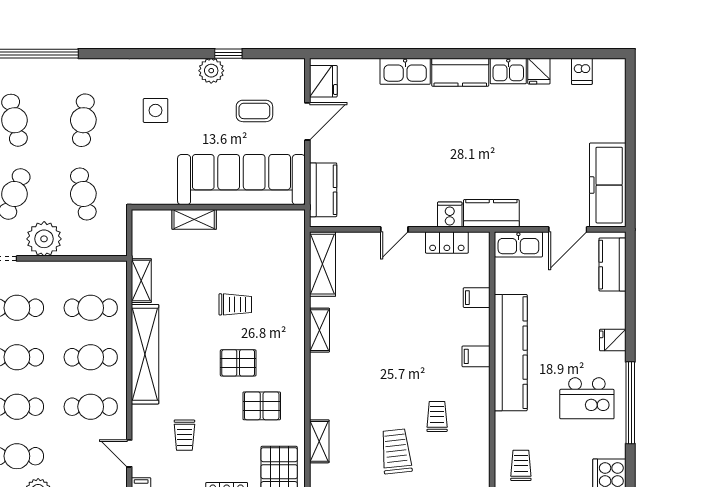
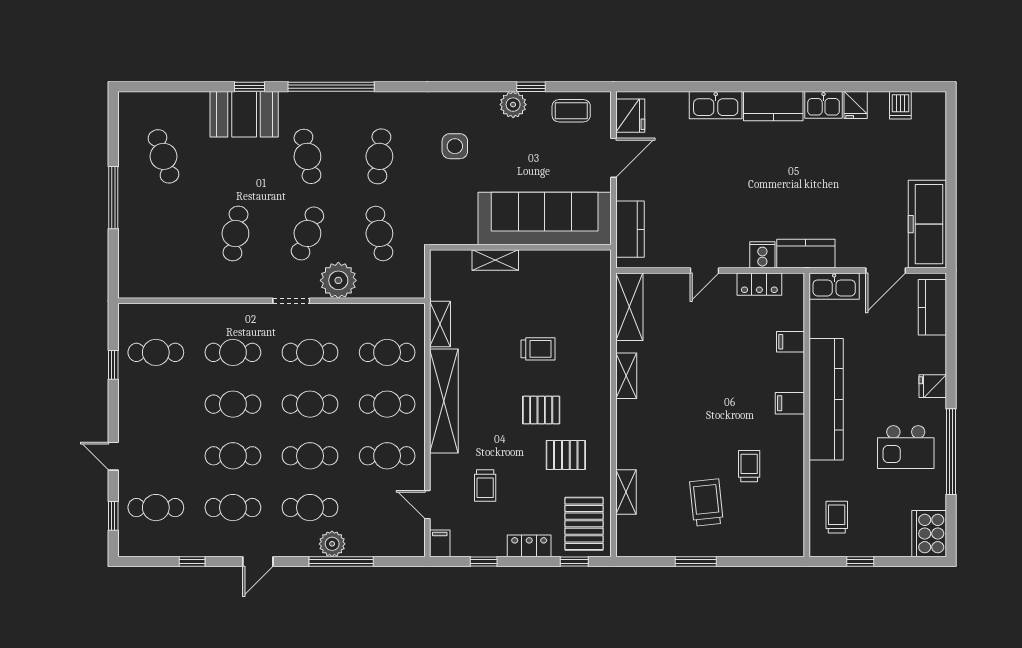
coffee table: (254, 111) -> (571, 111), moved

